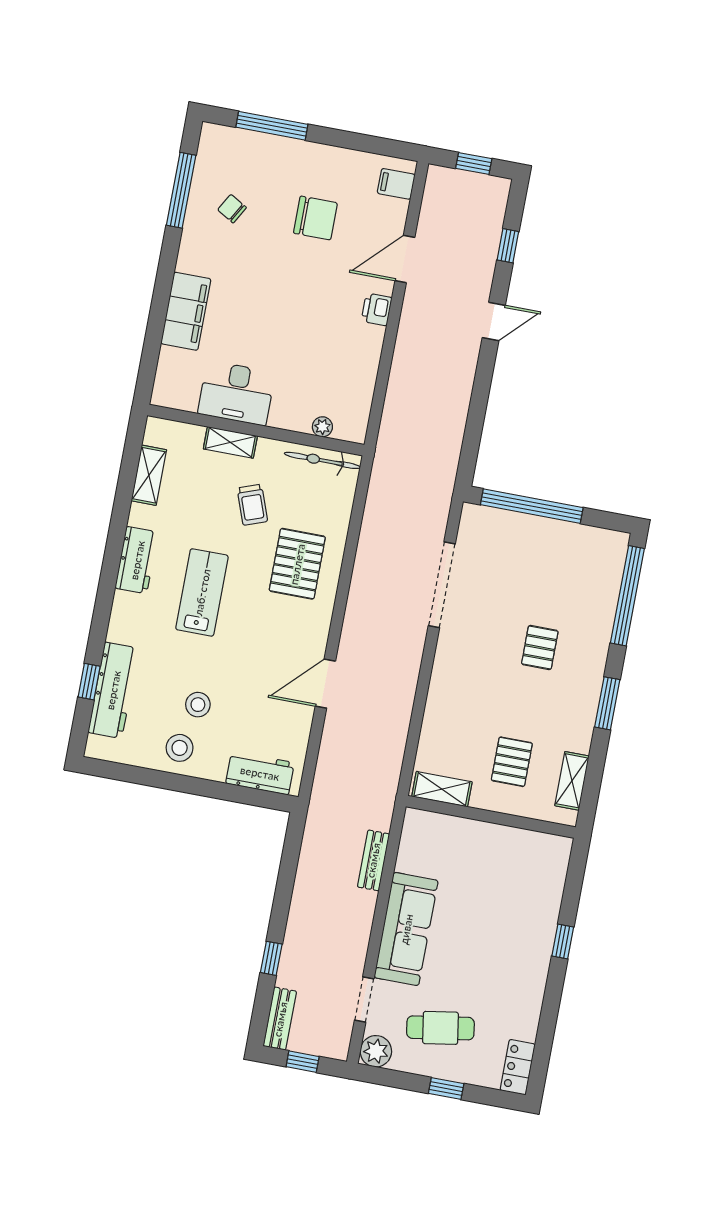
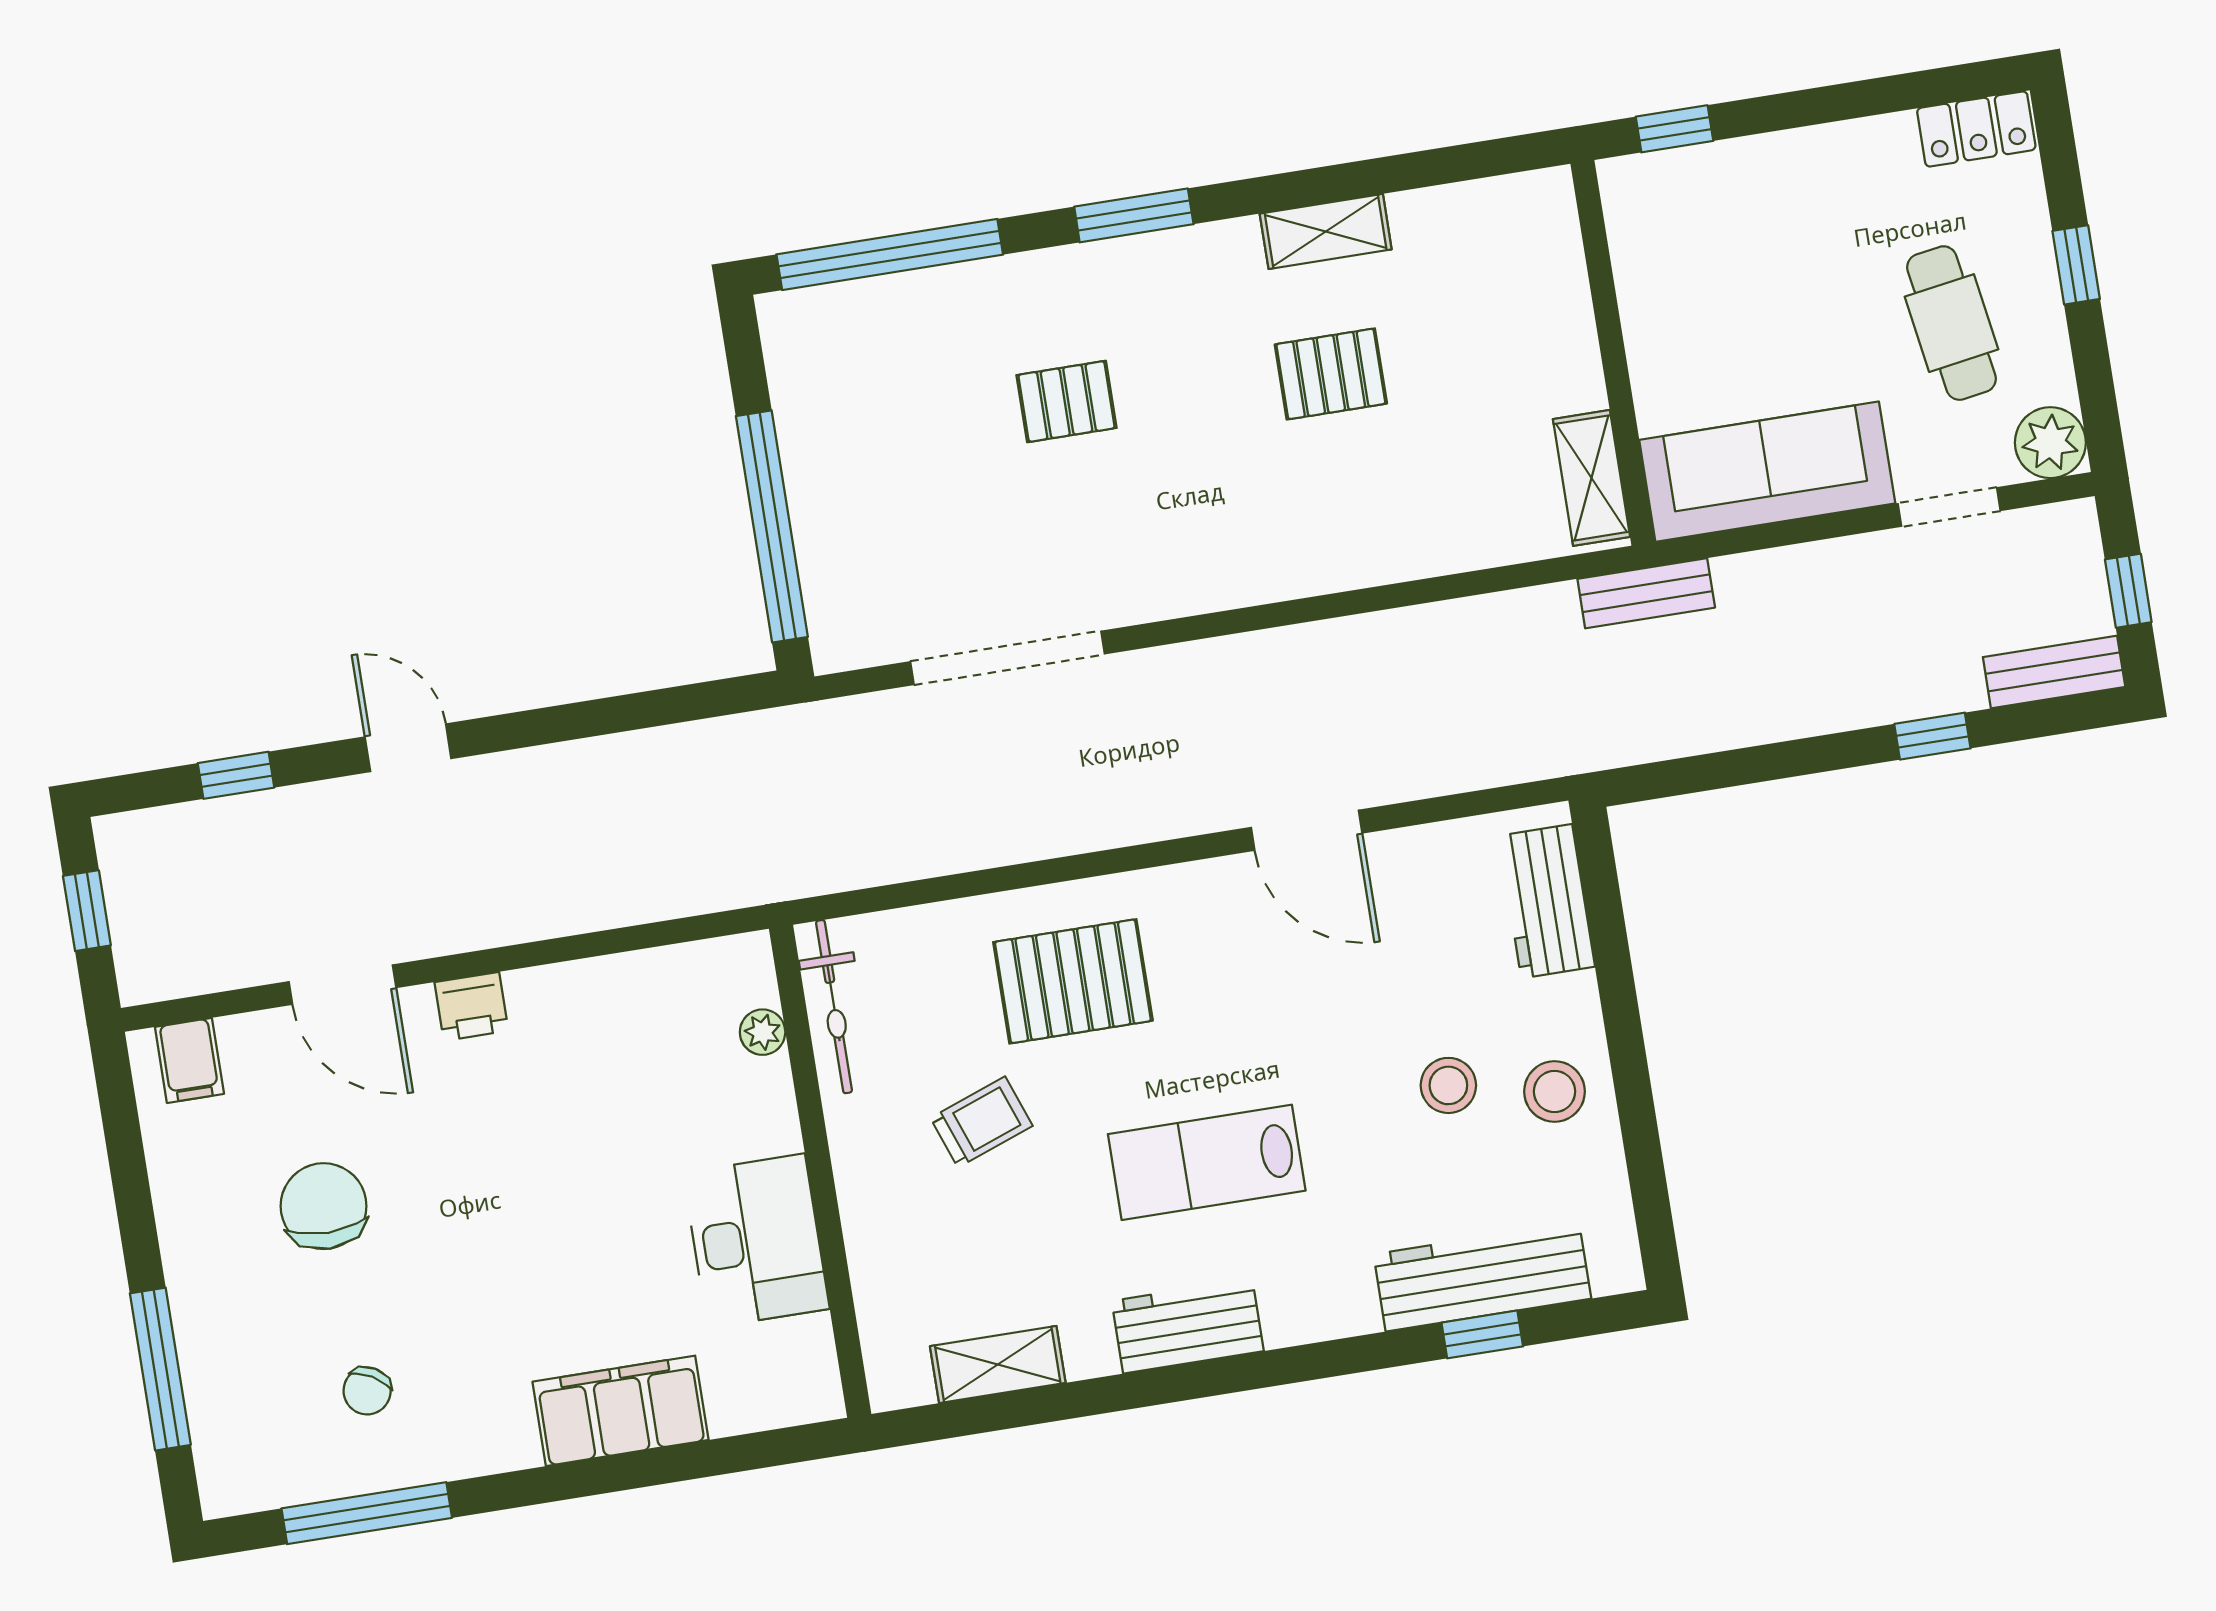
shelving: (230, 442) -> (866, 1216), removed
shelving: (442, 789) -> (1591, 478), moved
wall: (491, 817) -> (1613, 353), moved

